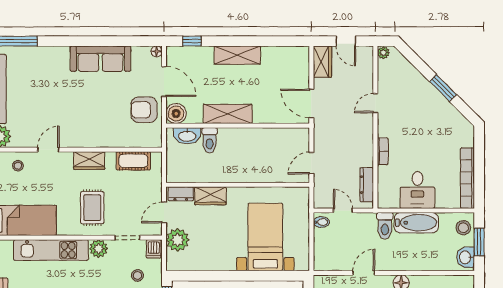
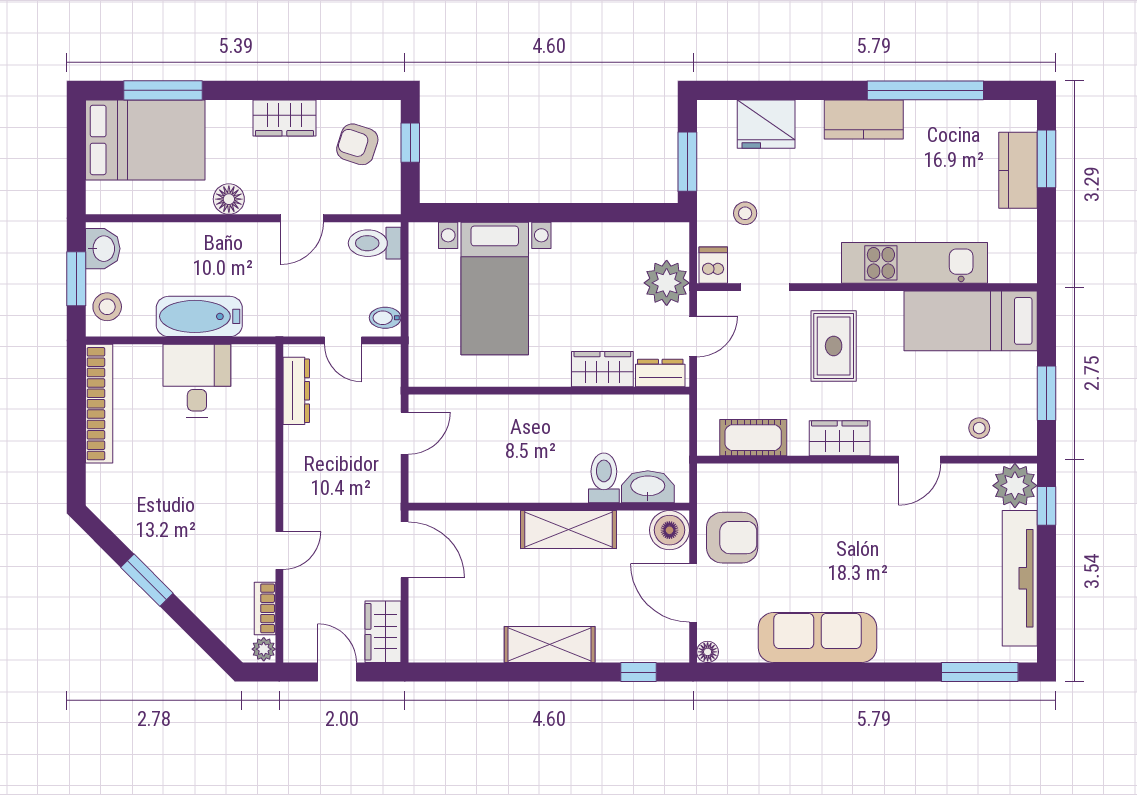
bookcase: (383, 151) -> (265, 608), moved
toilet: (385, 226) -> (375, 243), moved, turned -90
plant: (99, 249) -> (821, 266), removed

